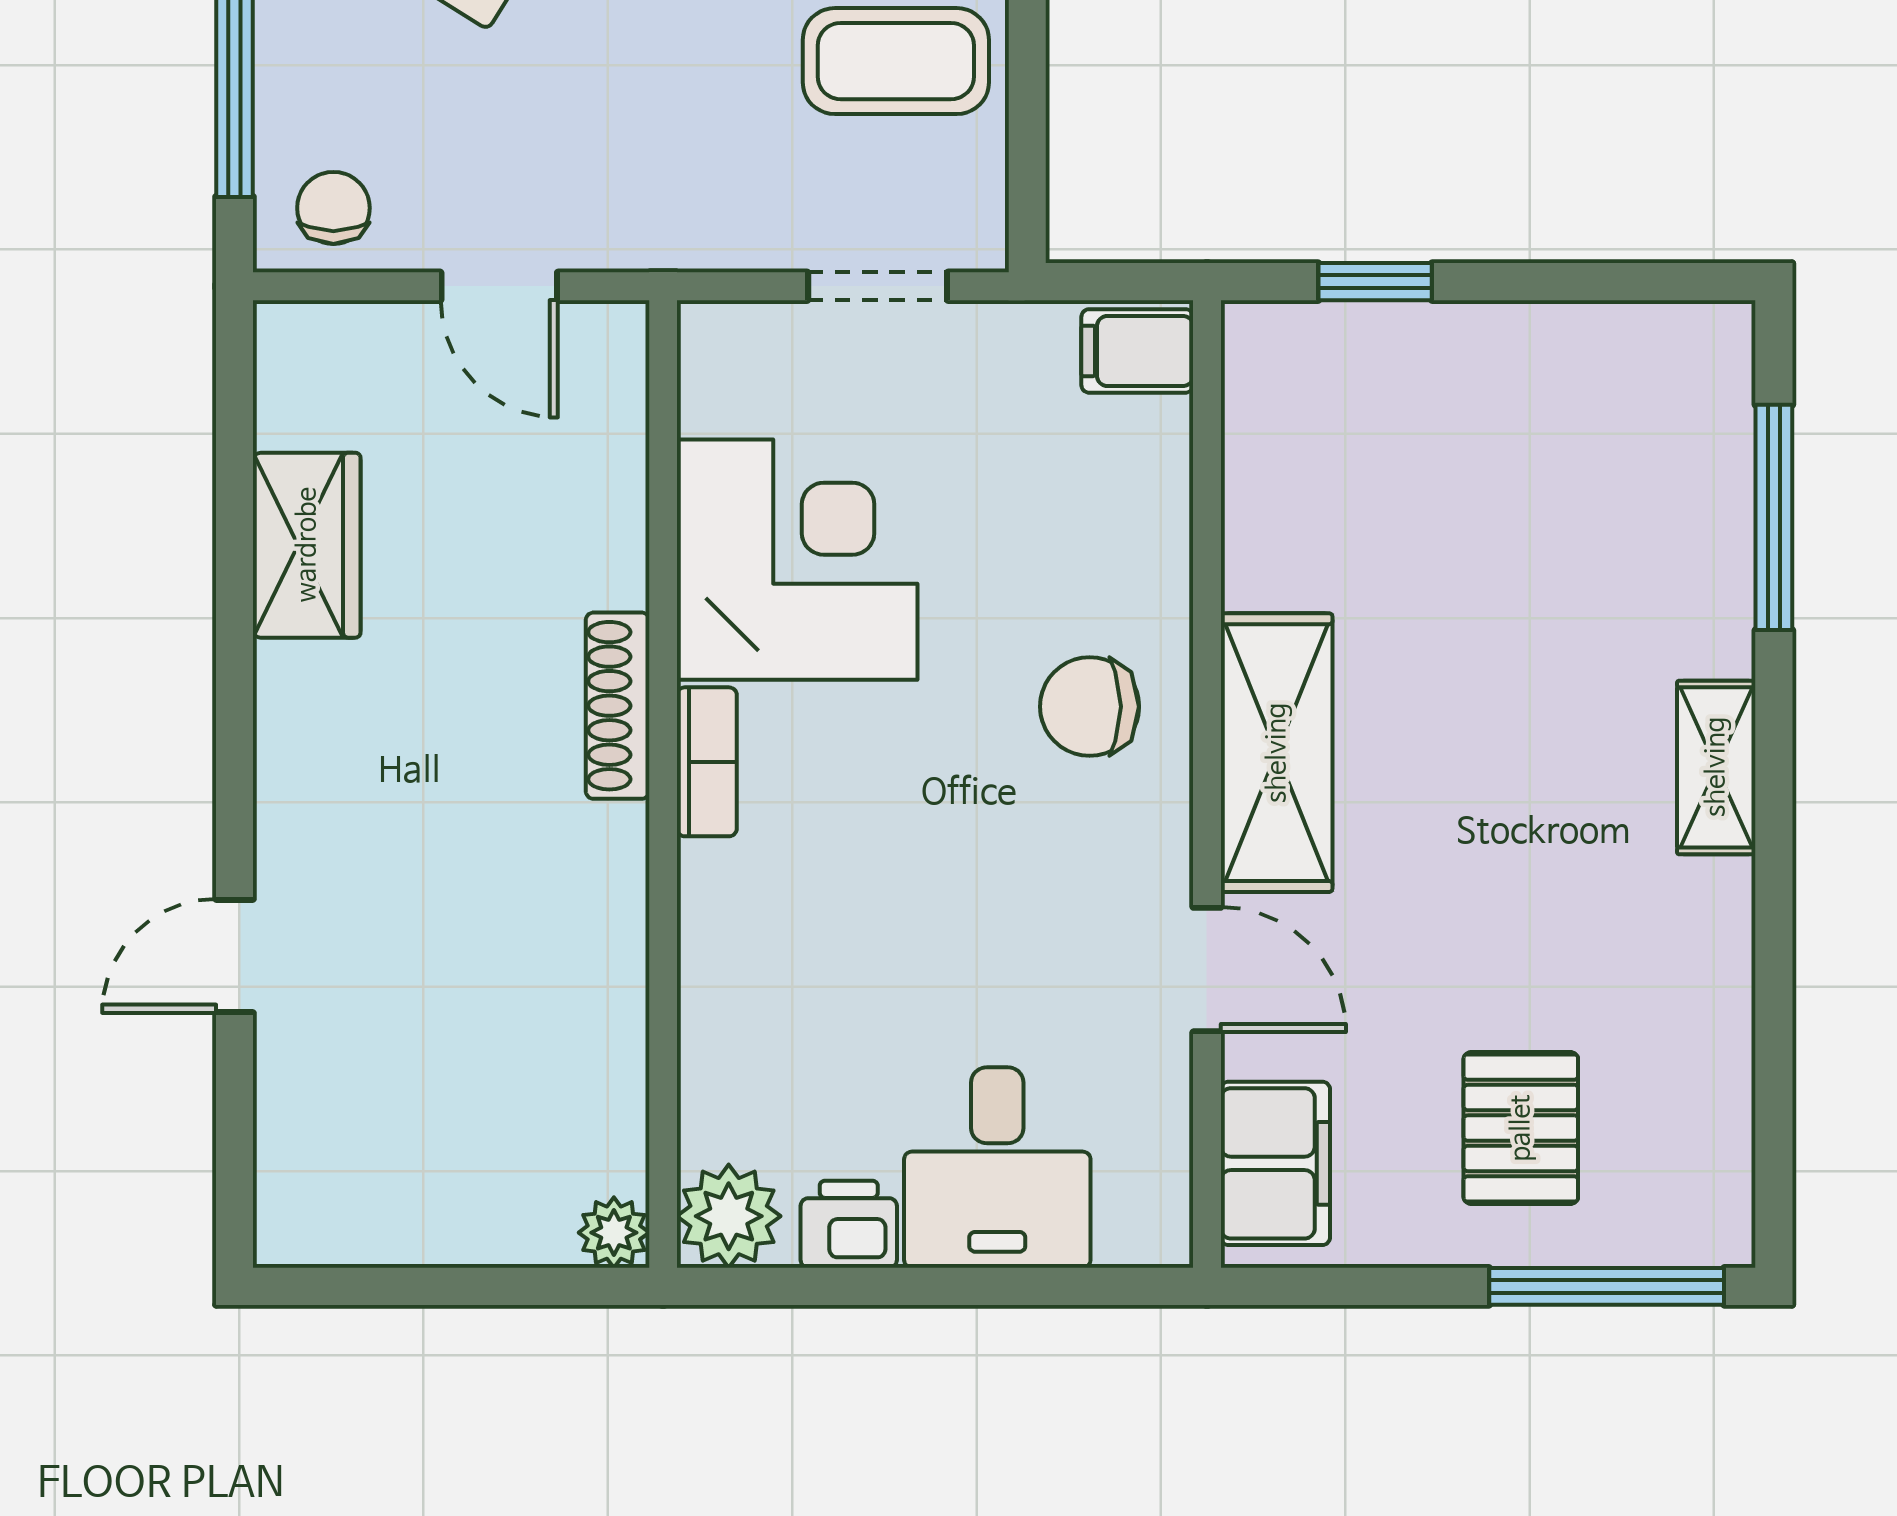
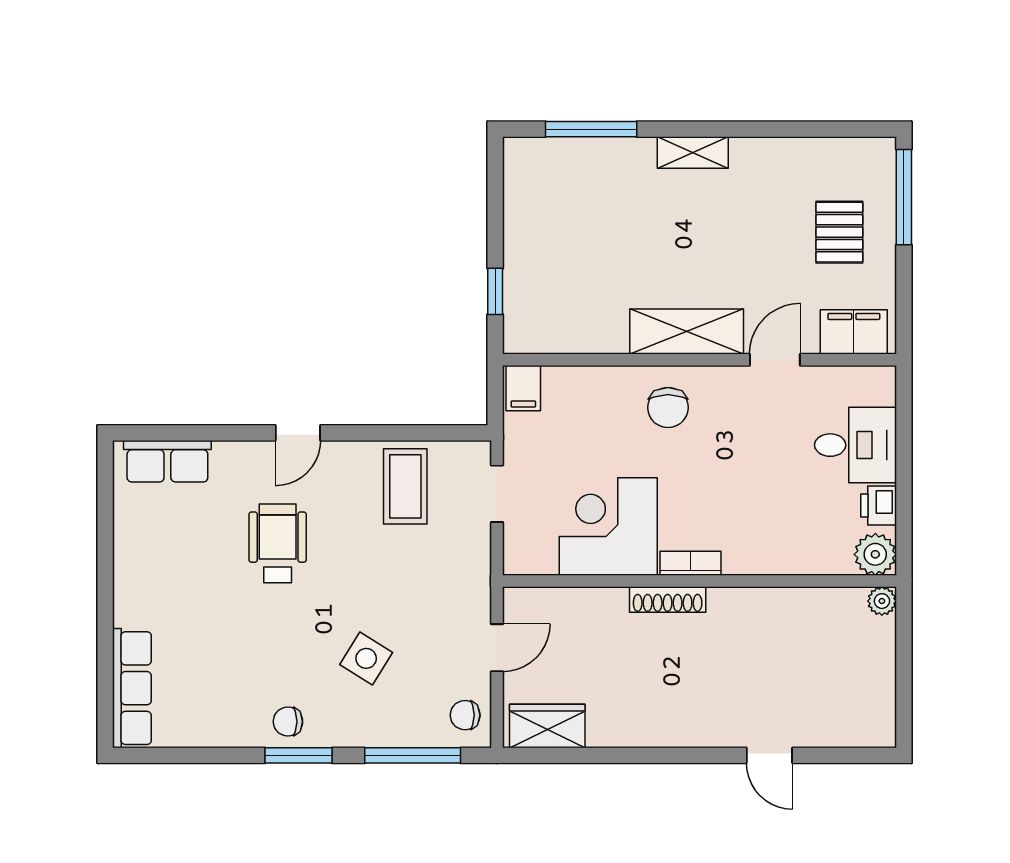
wardrobe: (307, 545) -> (547, 726), moved
pallet: (1521, 1128) -> (839, 232), turned 90

